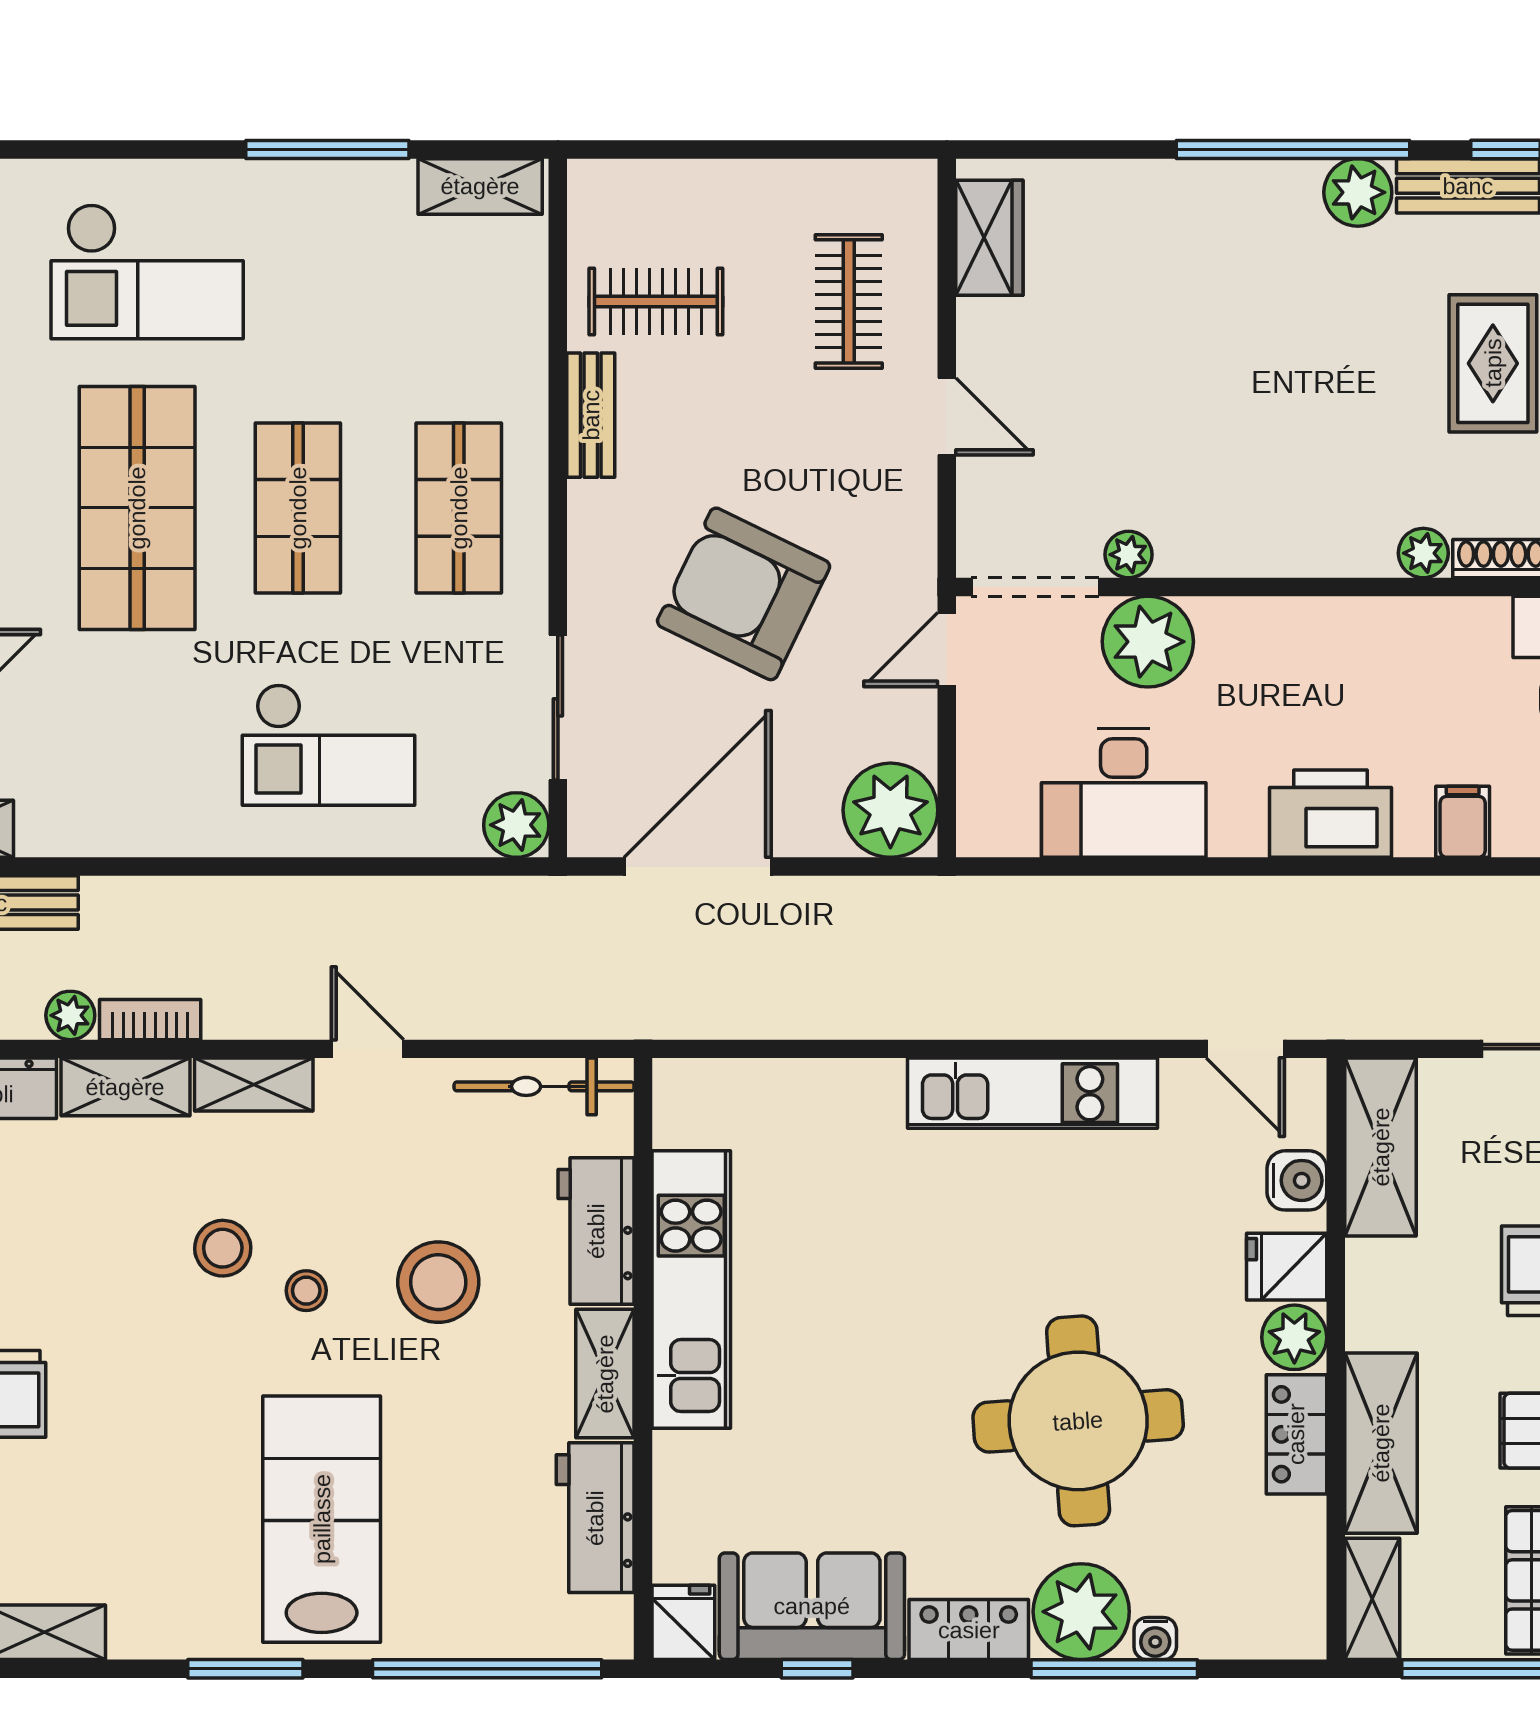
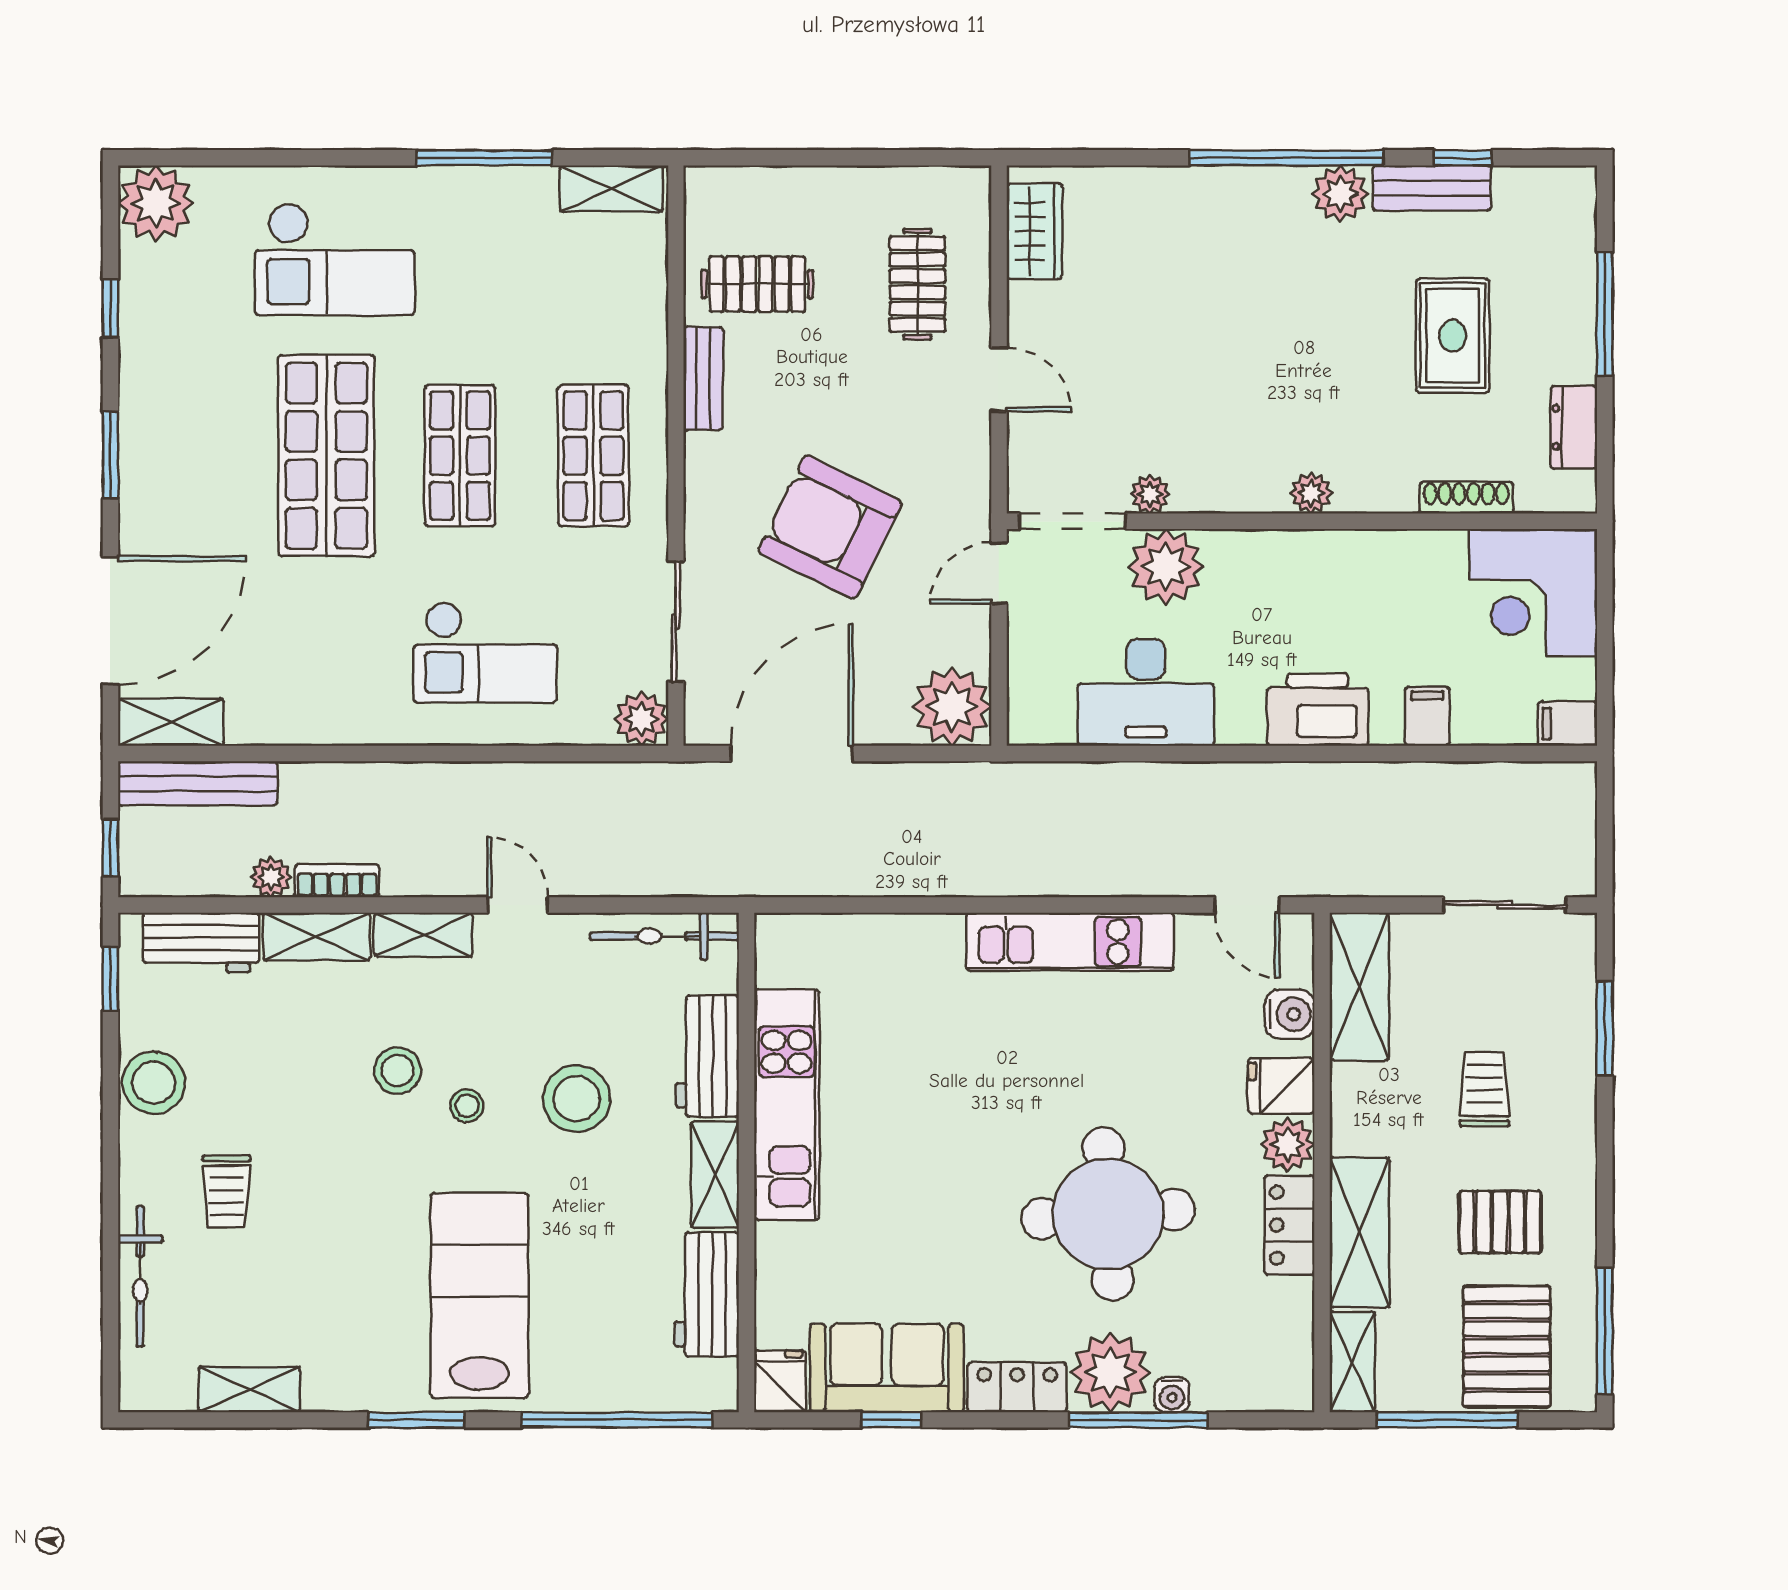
plant: (1423, 553) -> (1311, 493), moved

